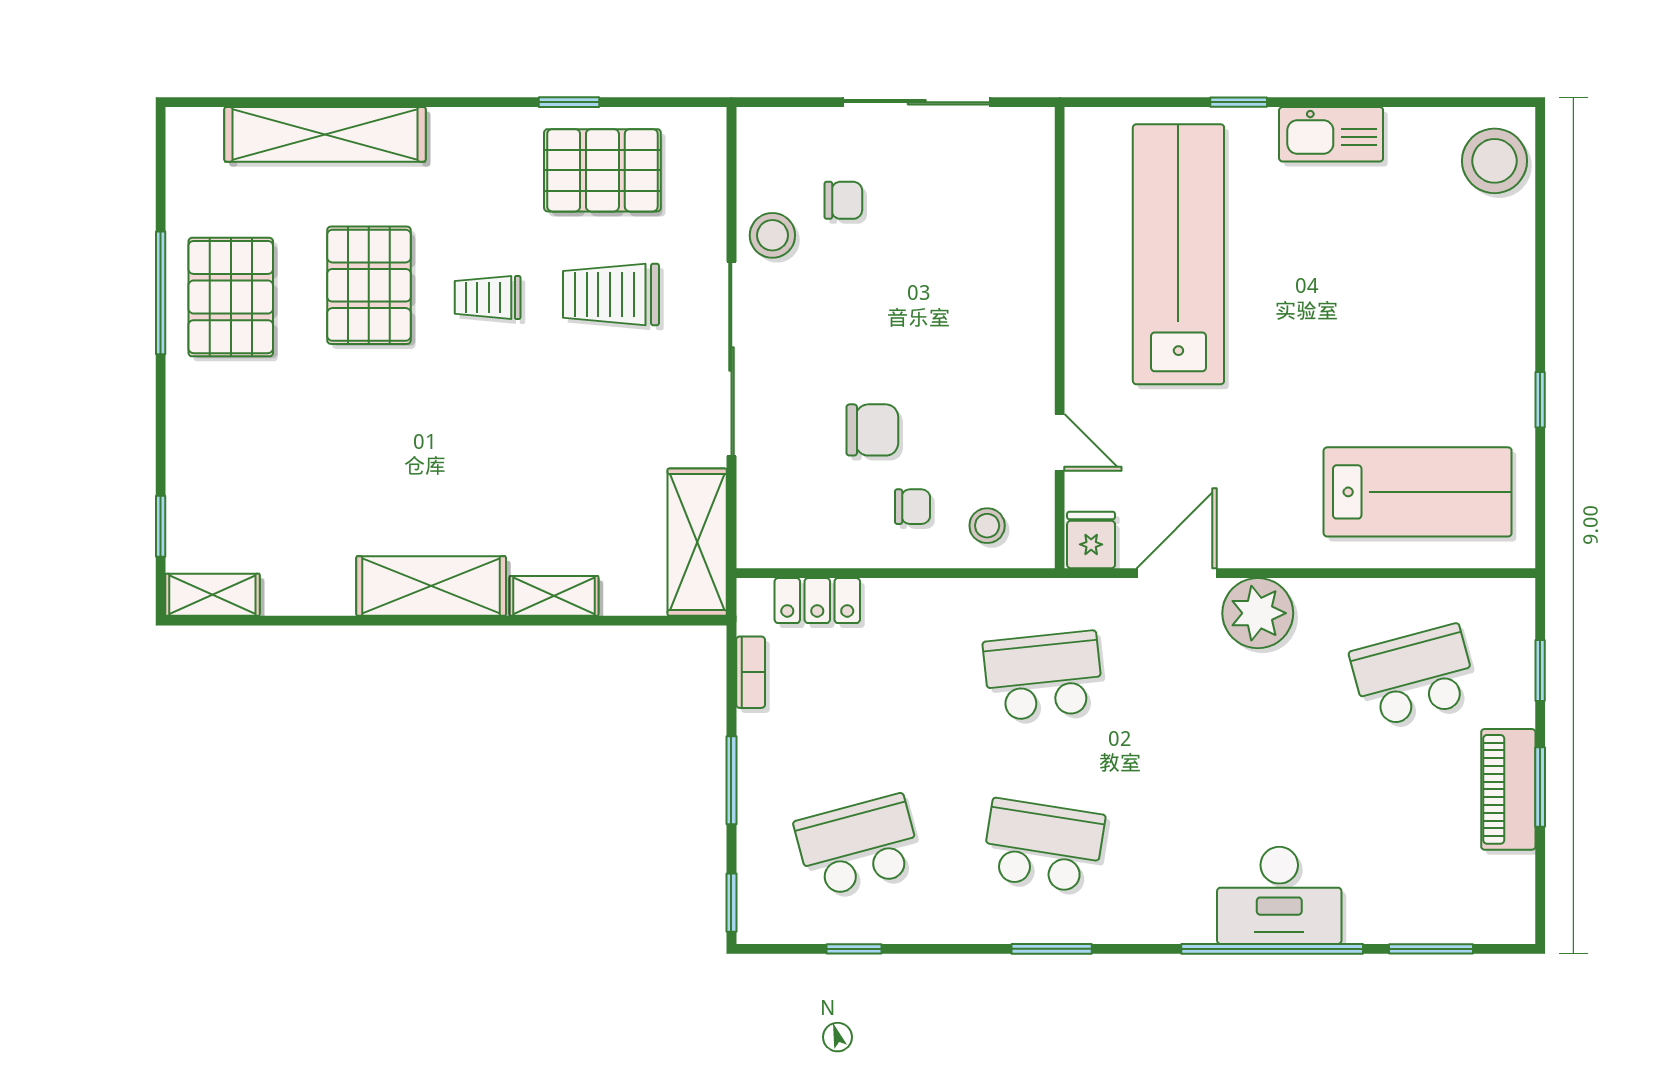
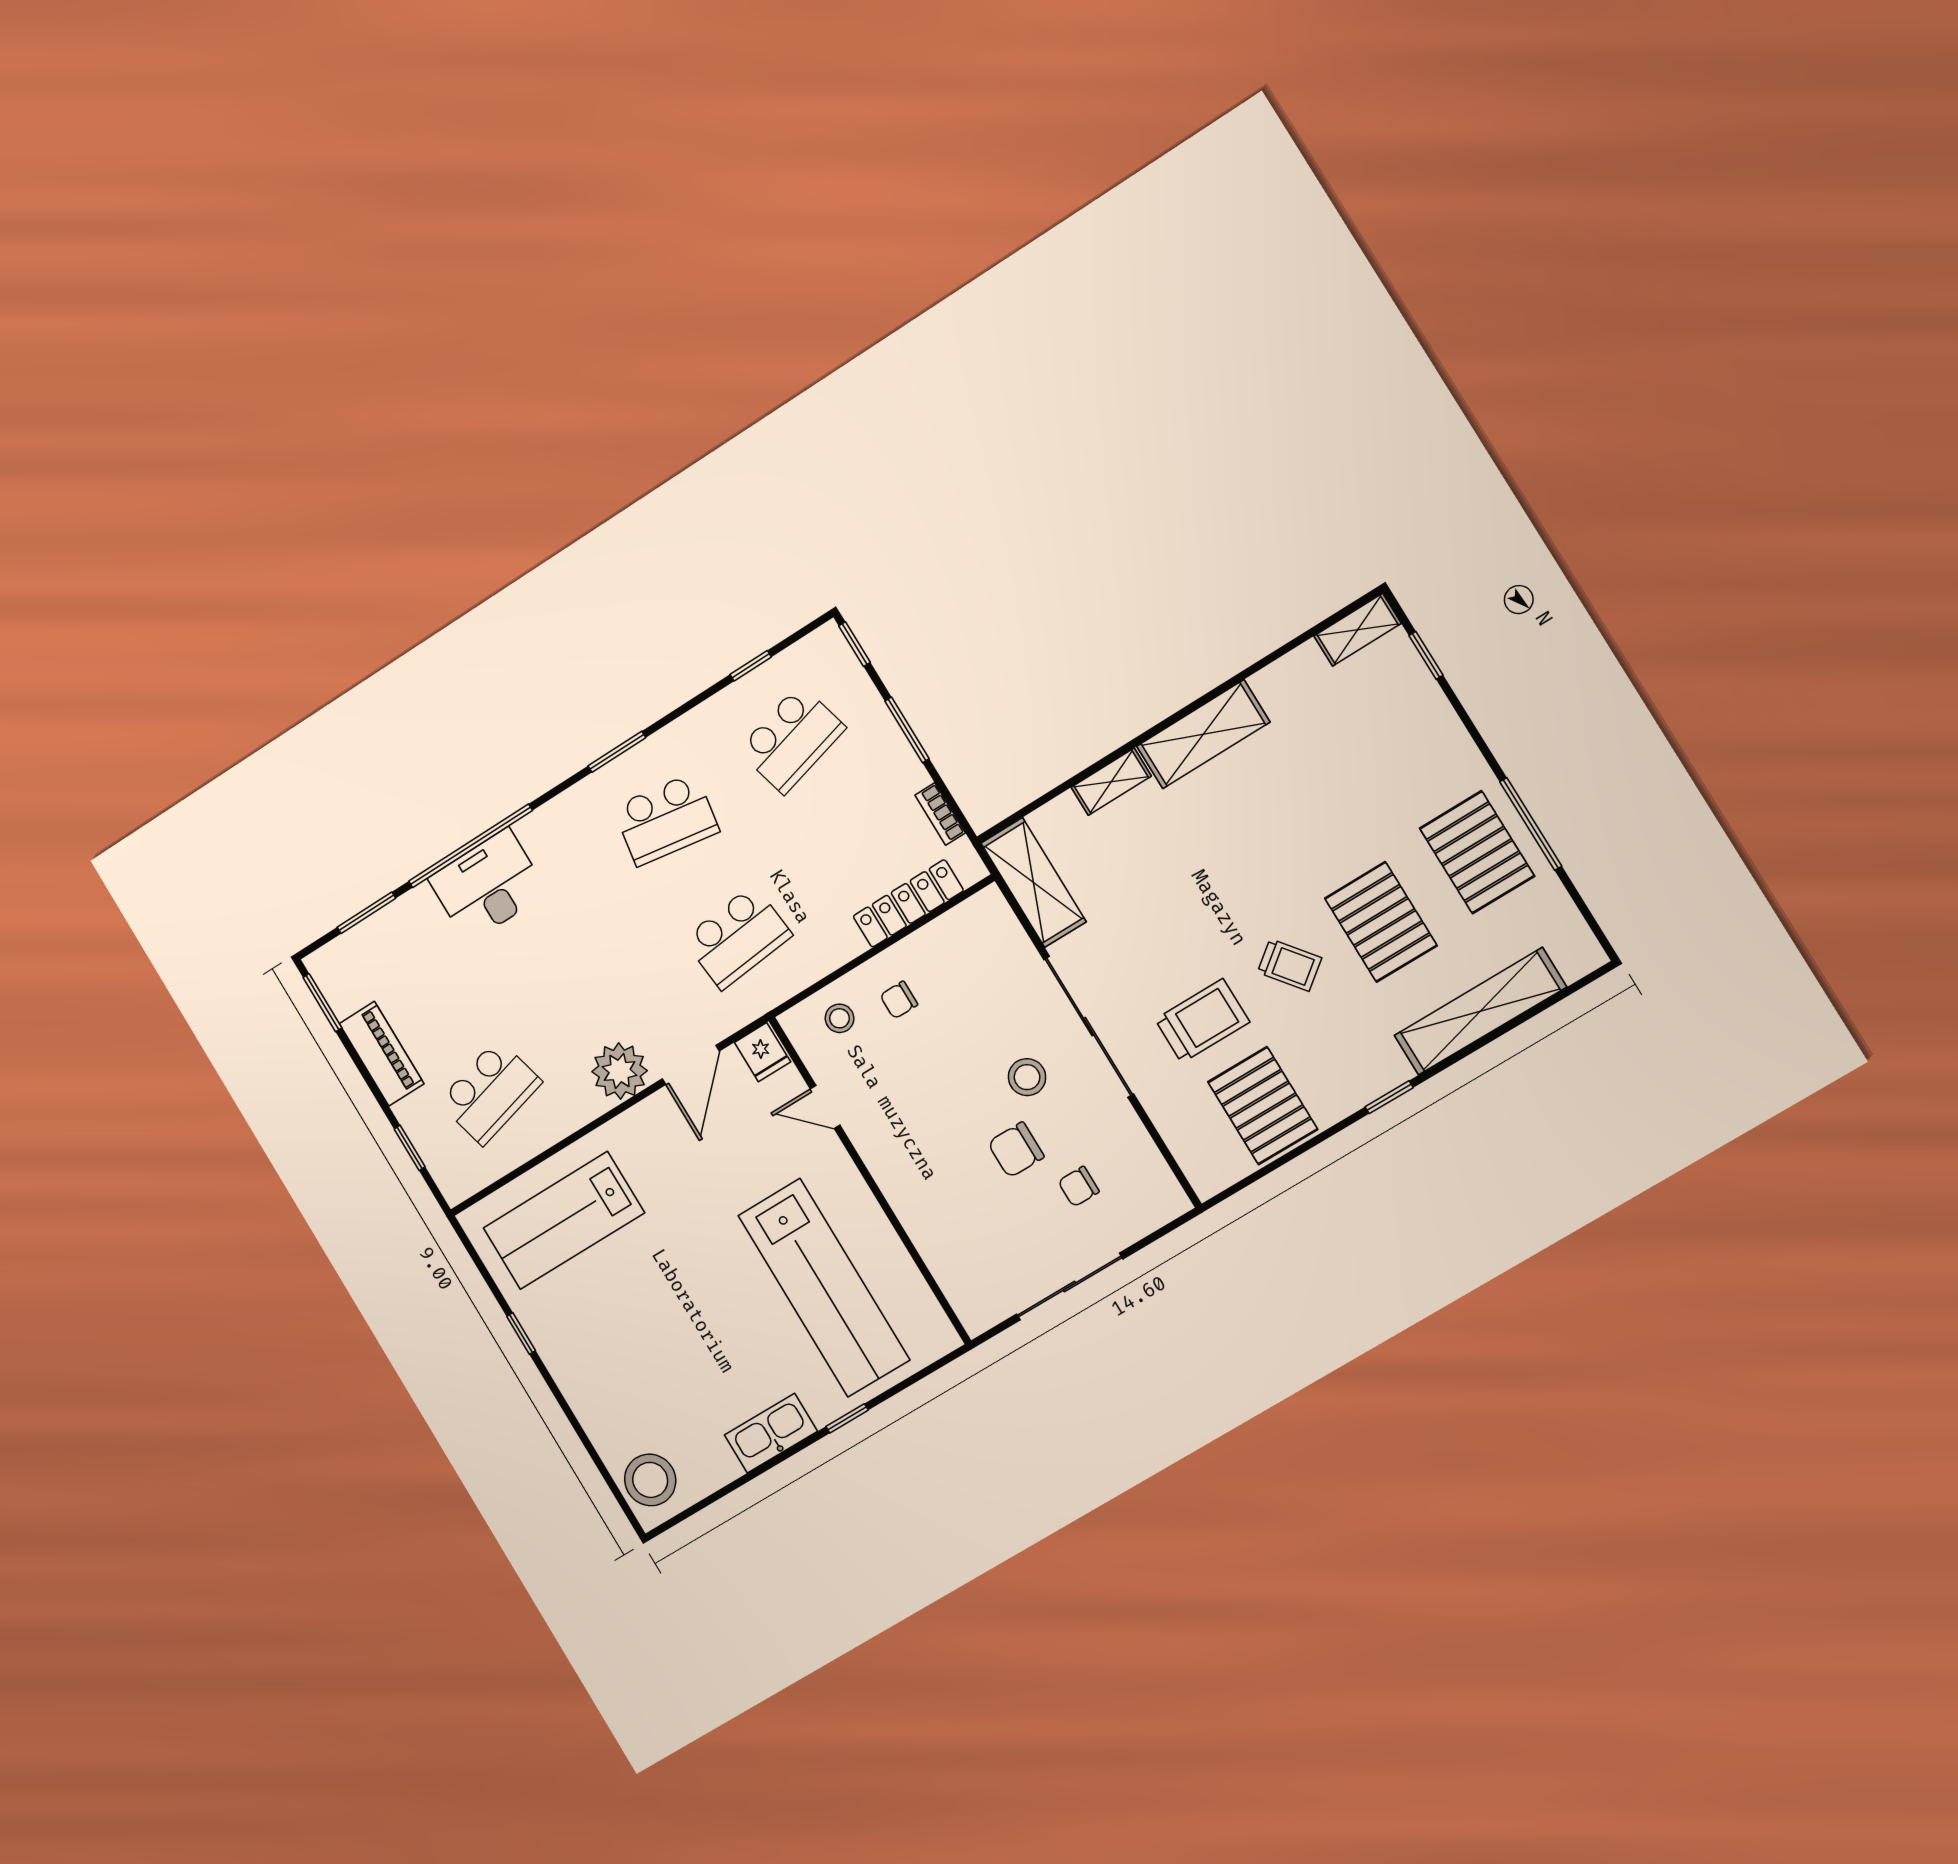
window: (569, 102) -> (1389, 1097), moved
pallet: (602, 170) -> (1263, 1106), turned 90
stool: (772, 235) -> (1027, 1077), moved
trolley: (488, 297) -> (1290, 965), turned 52
chair: (872, 430) -> (1016, 1150), moved
locker: (817, 601) -> (908, 903), width x1.53
window: (1540, 787) -> (322, 1003), moved

